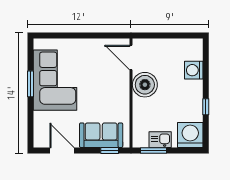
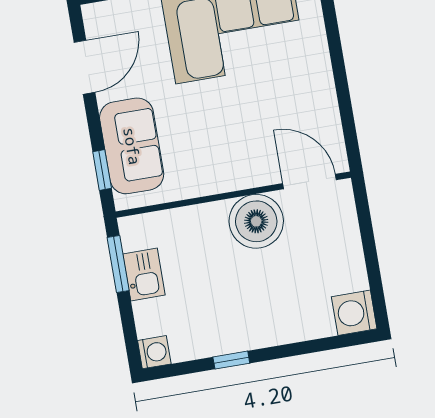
door: (131, 58) -> (309, 182), hinge flipped
washing machine: (194, 70) -> (354, 313), moved, turned -90
washing machine: (190, 135) -> (154, 352), width x0.53, depth x0.53

